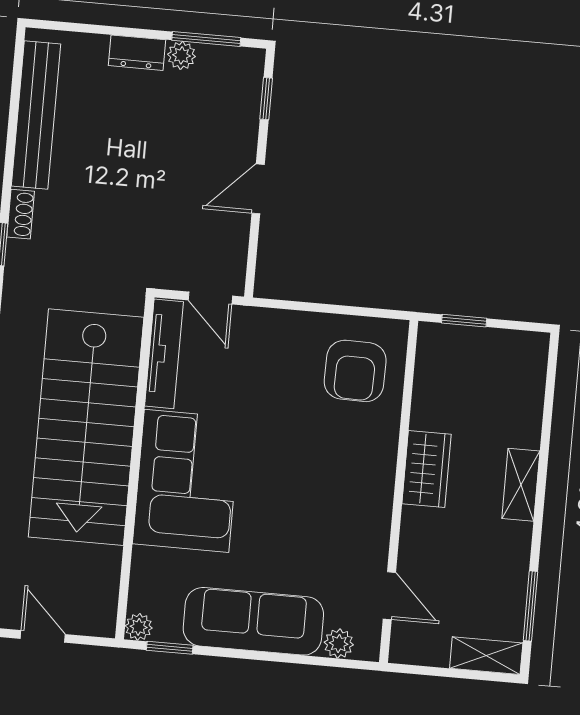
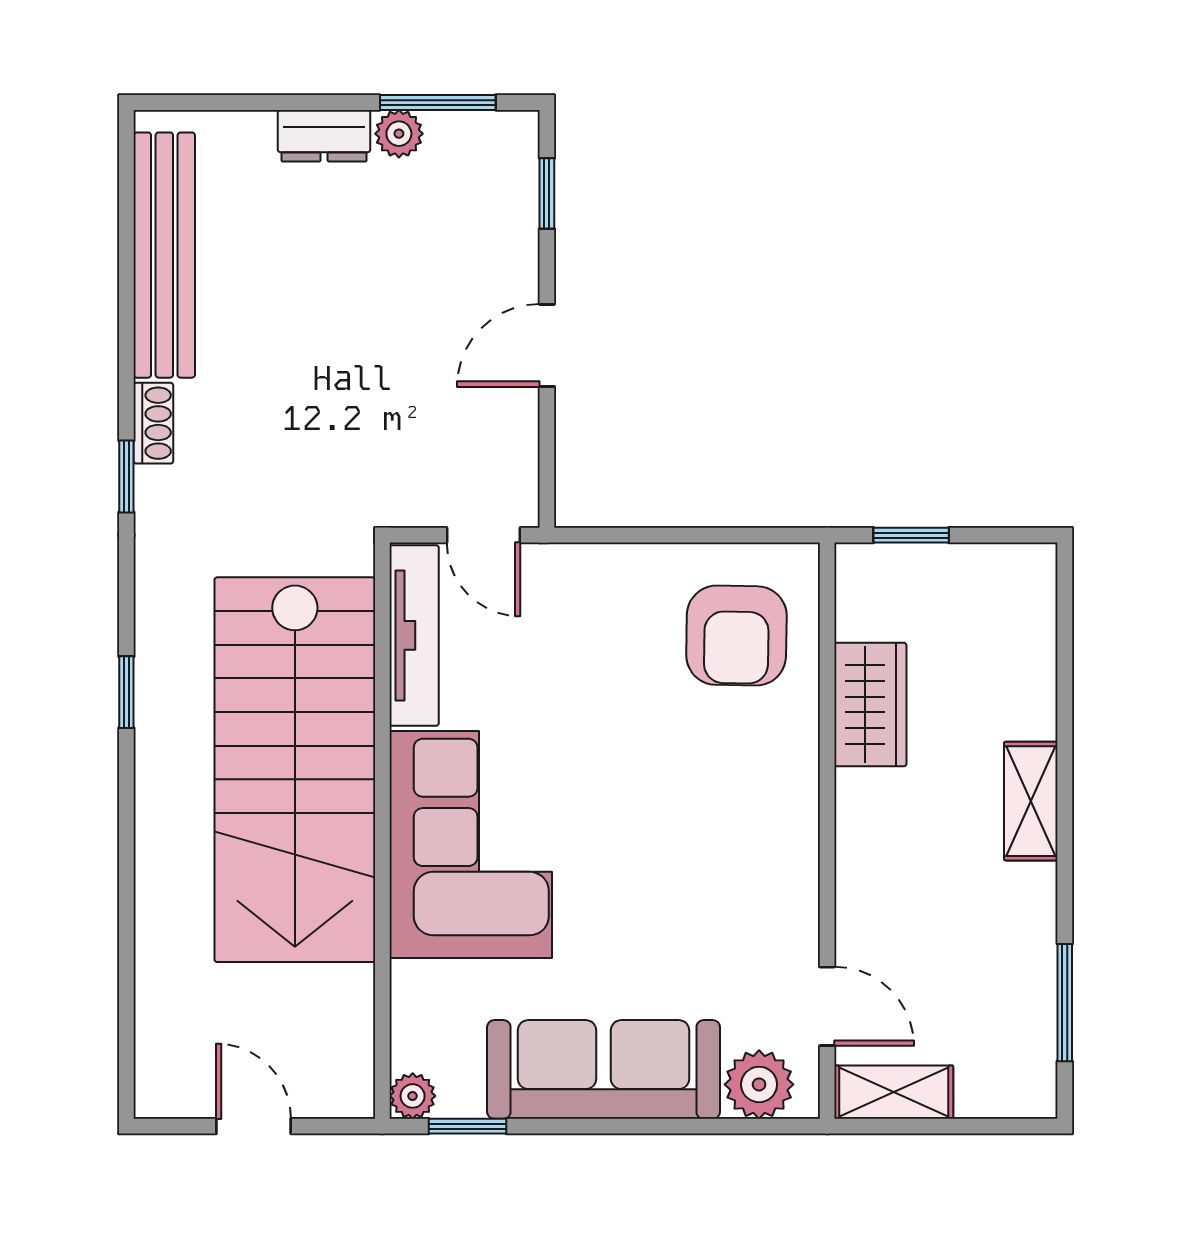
wardrobe: (426, 469) -> (870, 705), moved
plant: (339, 644) -> (759, 1084), width x1.38, depth x1.38
shelving: (486, 656) -> (894, 1092), moved

